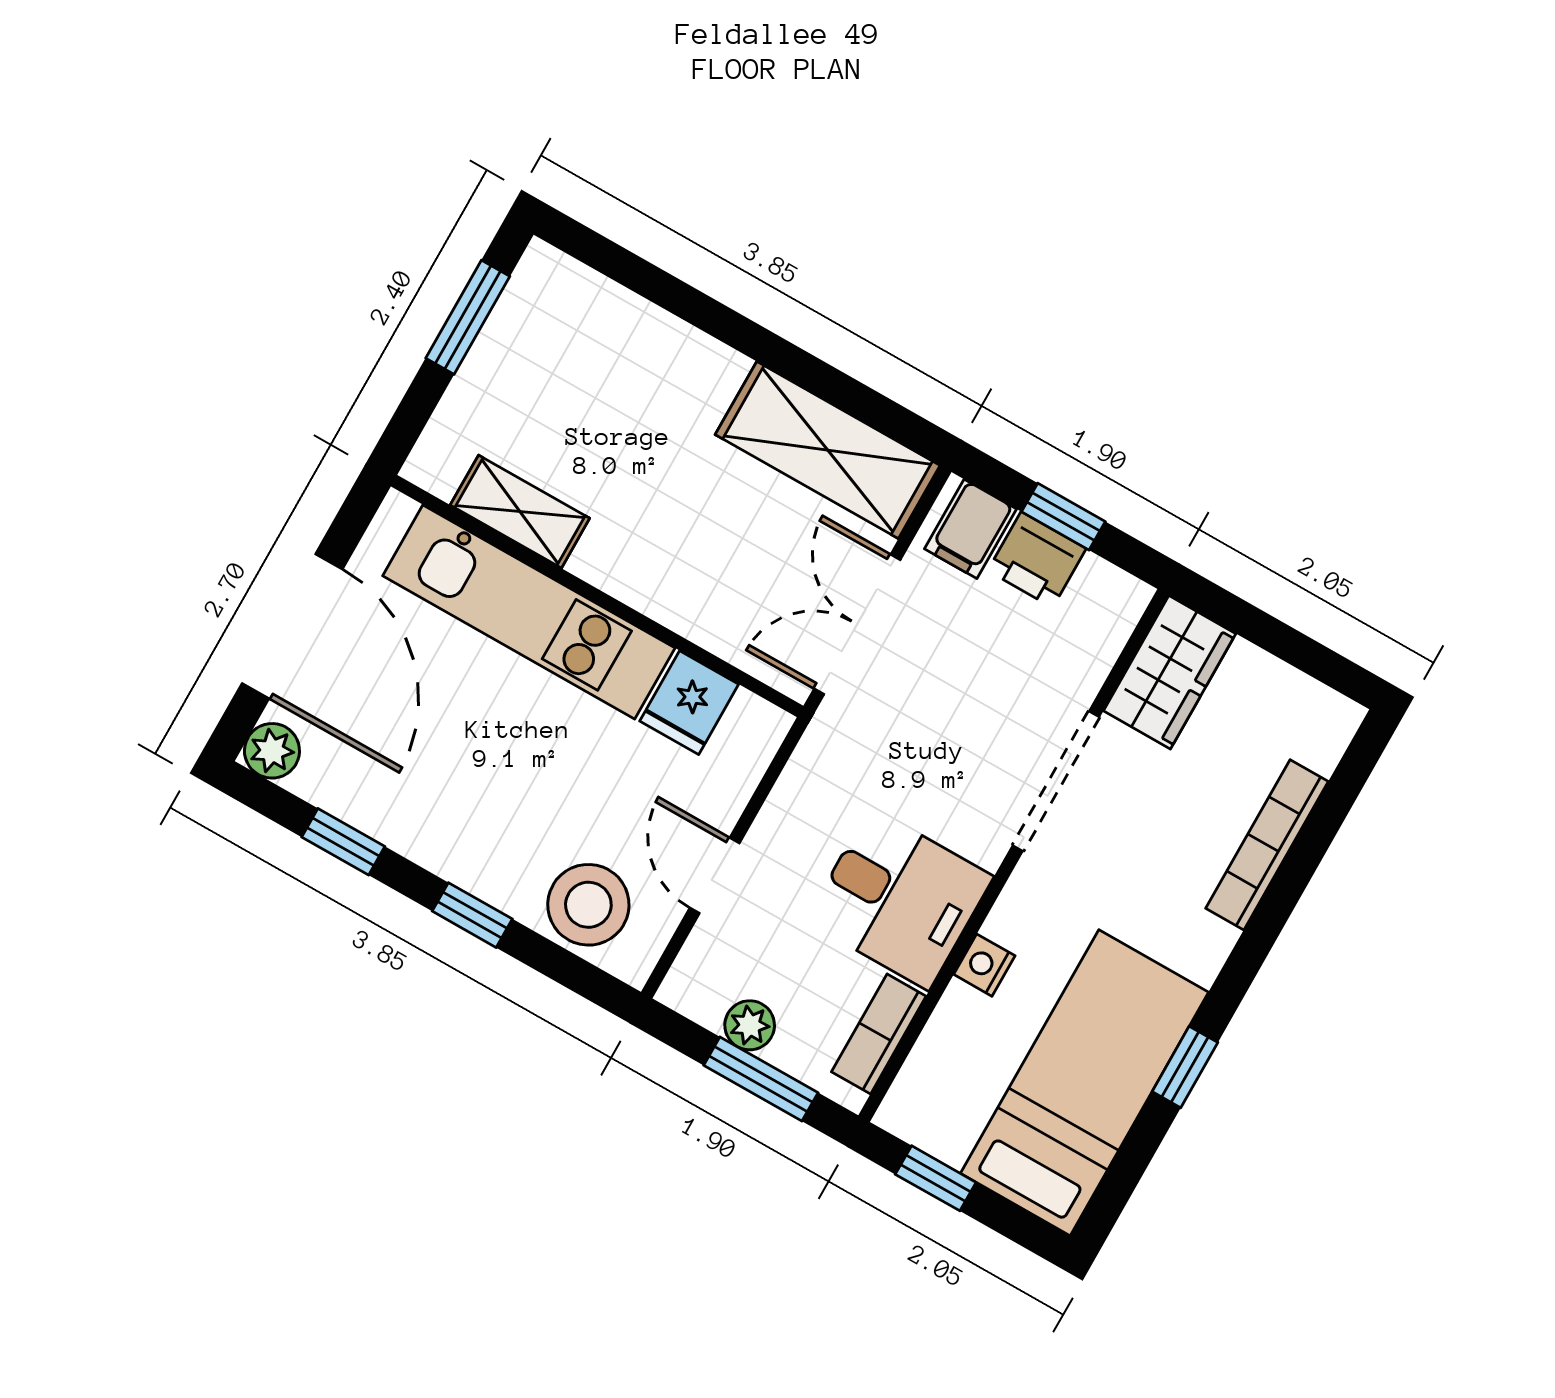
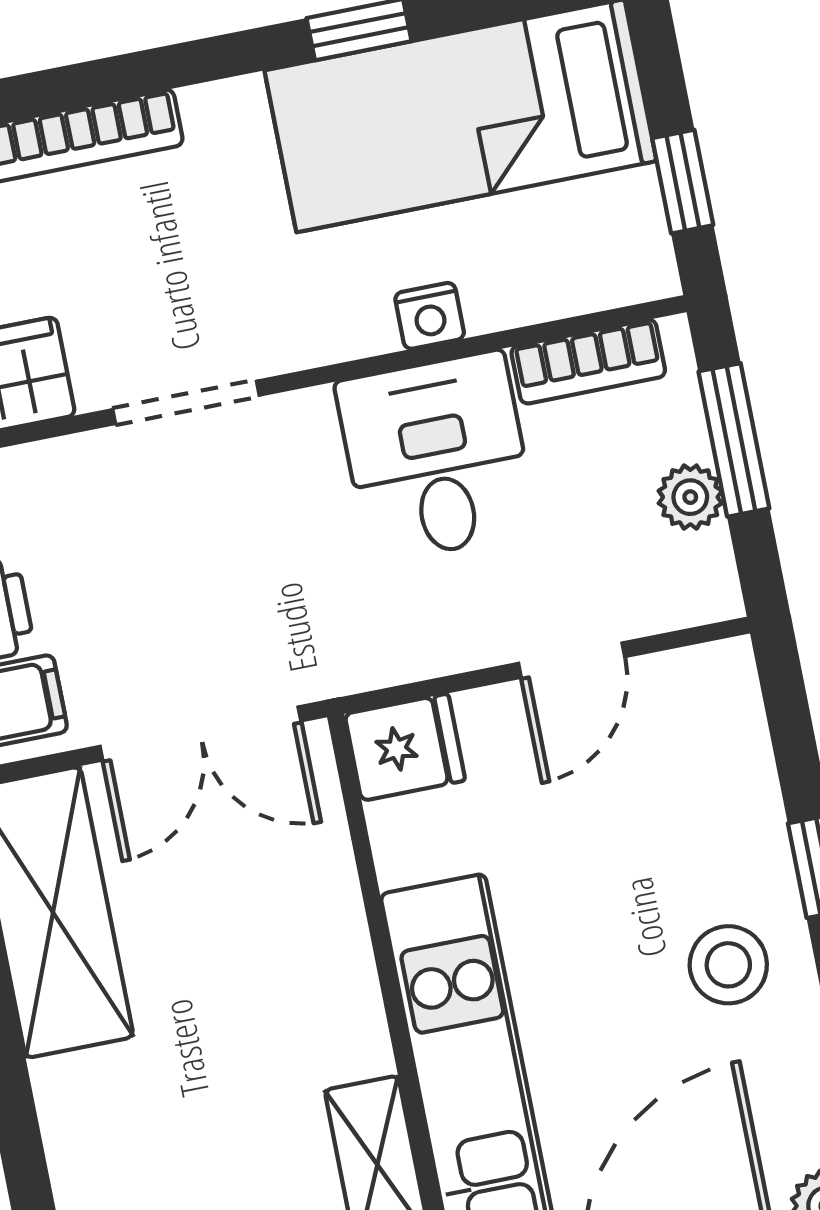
fridge: (689, 703) -> (405, 747), moved
doorway: (1056, 781) -> (186, 402), width x0.73
stool: (588, 905) -> (728, 965), moved, width x0.73, depth x0.73

